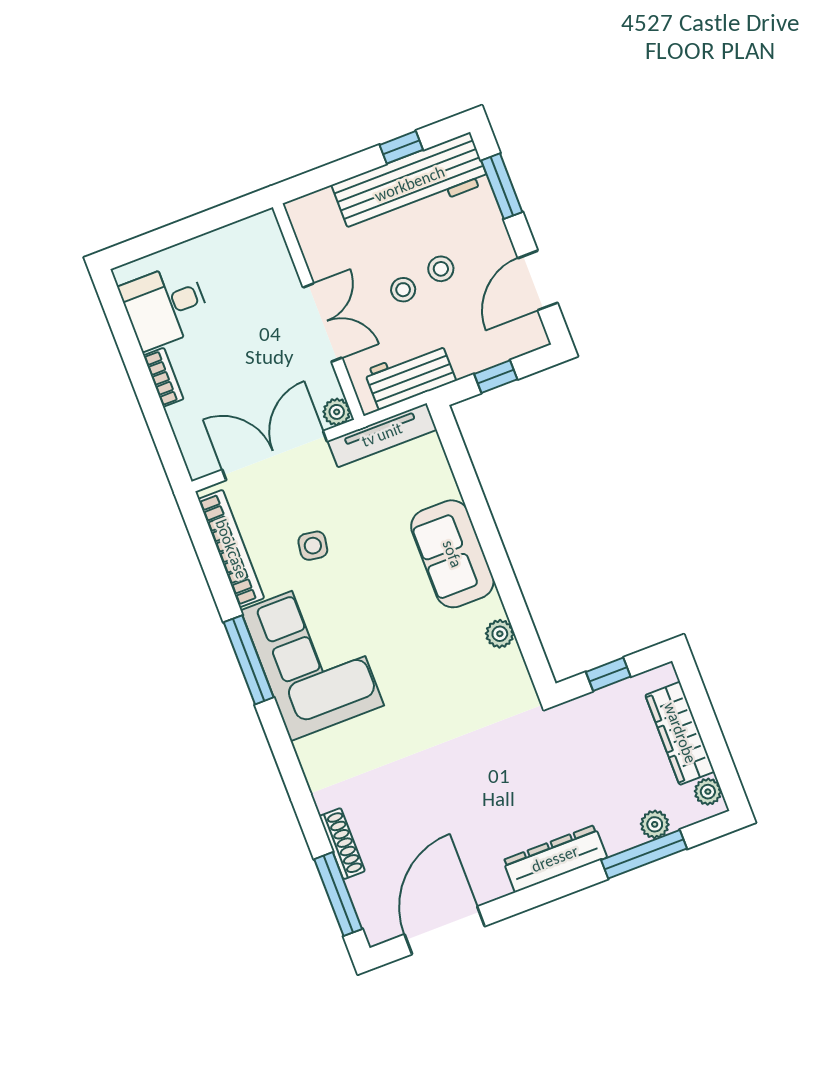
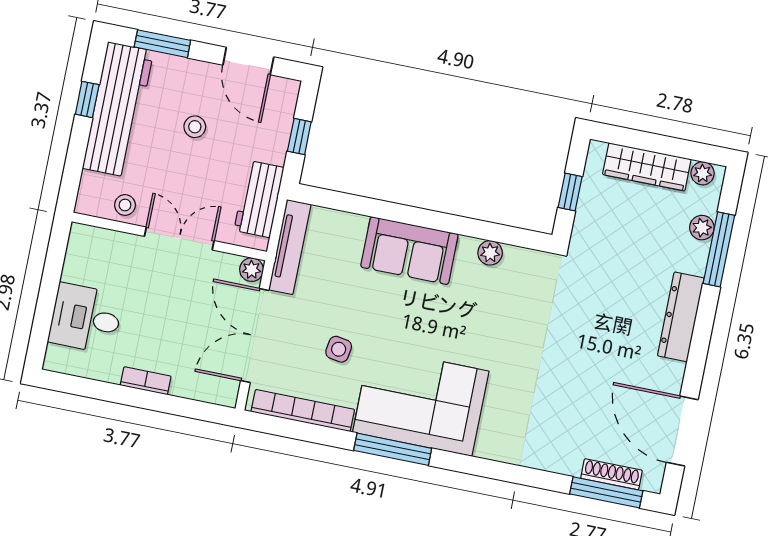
stool: (403, 290) -> (125, 205), moved
desk: (165, 306) -> (86, 318), moved, turned 90
shoe rack: (342, 844) -> (611, 474), moved

